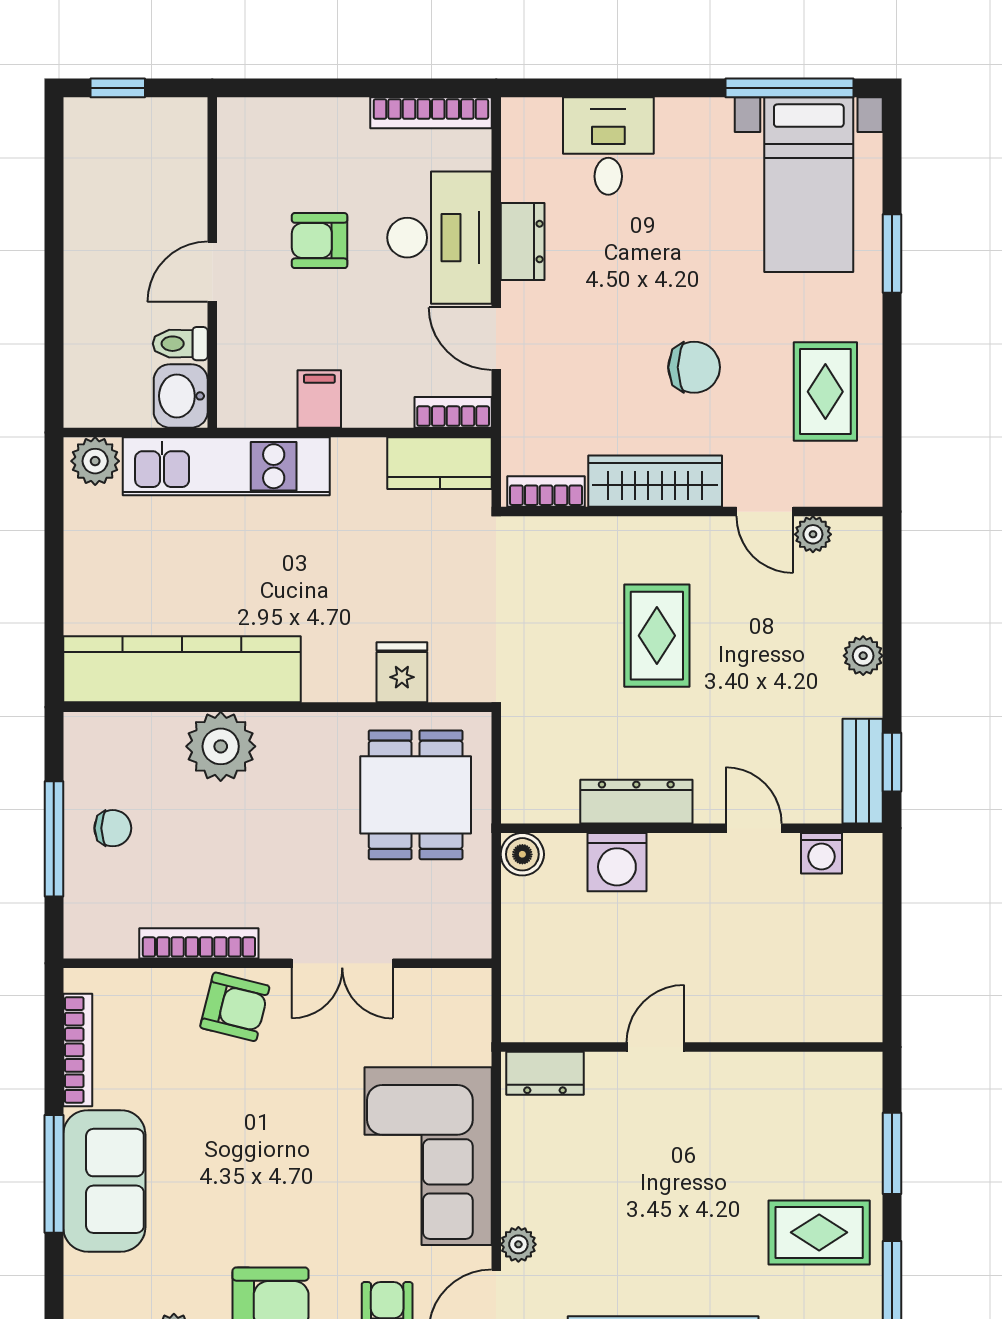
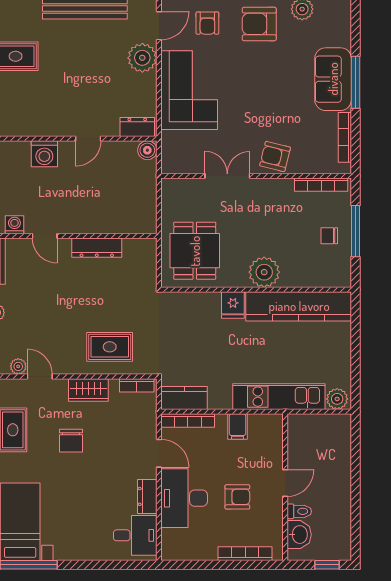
bookcase: (431, 113) -> (245, 554), moved
desk: (608, 146) -> (135, 535), moved, turned -90
toilet: (180, 344) -> (299, 511), moved
chair: (694, 367) -> (71, 441), turned -90
washbasin: (181, 396) -> (299, 535), moved
bookcase: (453, 412) -> (188, 421), width x1.56
wardrobe: (655, 481) -> (88, 390), width x0.67
rug: (657, 636) -> (110, 347), moved, turned 90
fridge: (402, 672) -> (233, 305), moved
plant: (221, 746) -> (264, 272), moved
boiler: (522, 854) -> (147, 150), moved
washing machine: (617, 862) -> (44, 154), moved, turned 180
bookcase: (199, 943) -> (321, 185), moved
plant: (518, 1244) -> (142, 58), width x1.87, depth x1.87

